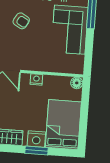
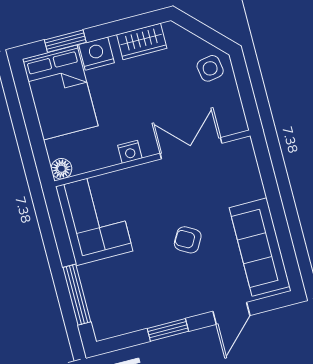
corner sofa: (70, 30) -> (94, 219), moved
window: (37, 150) -> (65, 41), moved

